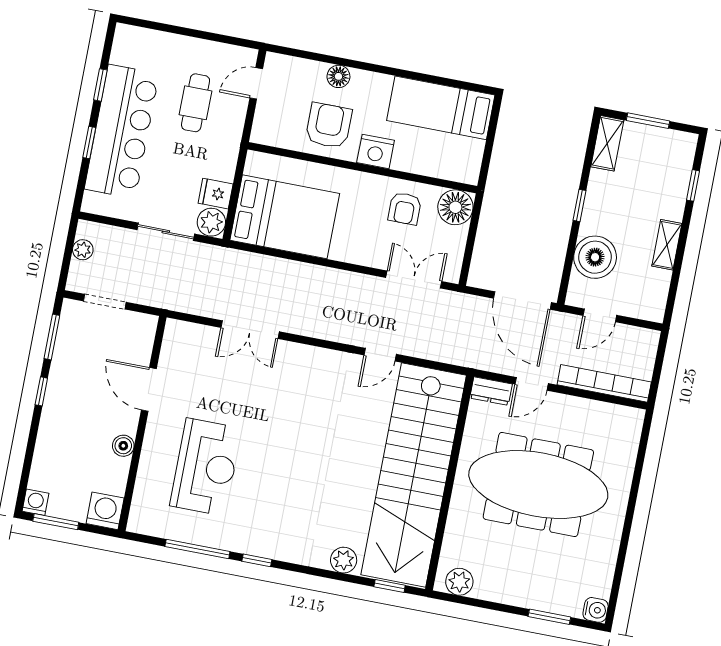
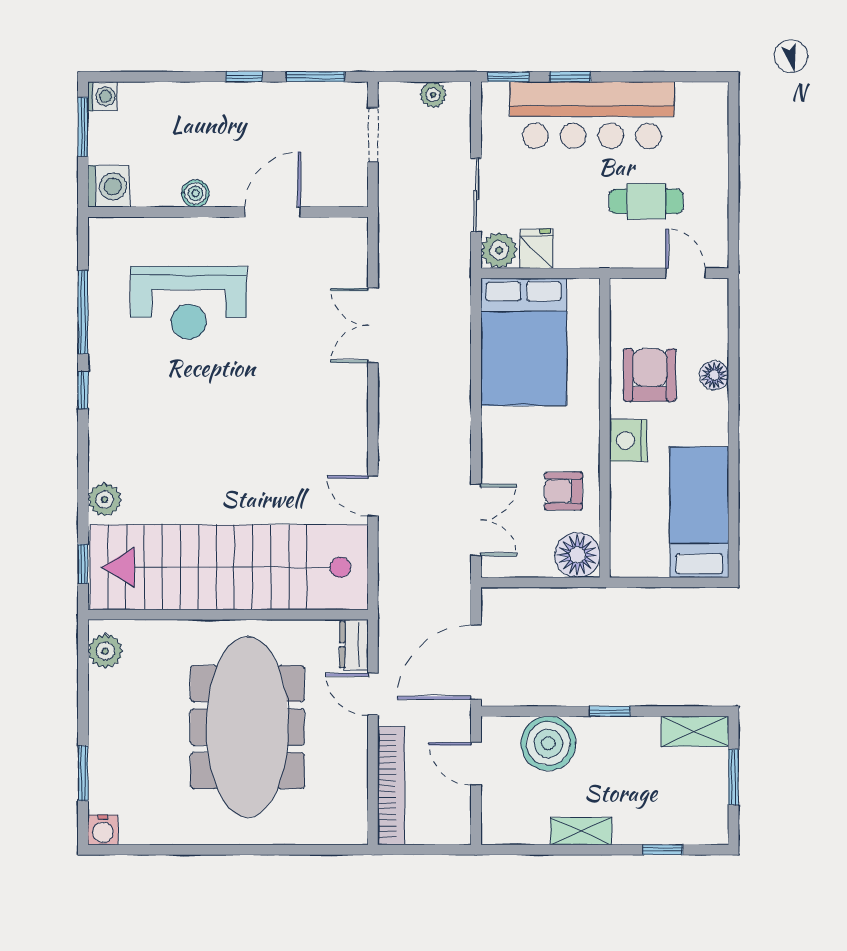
window: (100, 85) -> (508, 77), moved
armchair: (329, 126) -> (650, 375), turned -90

